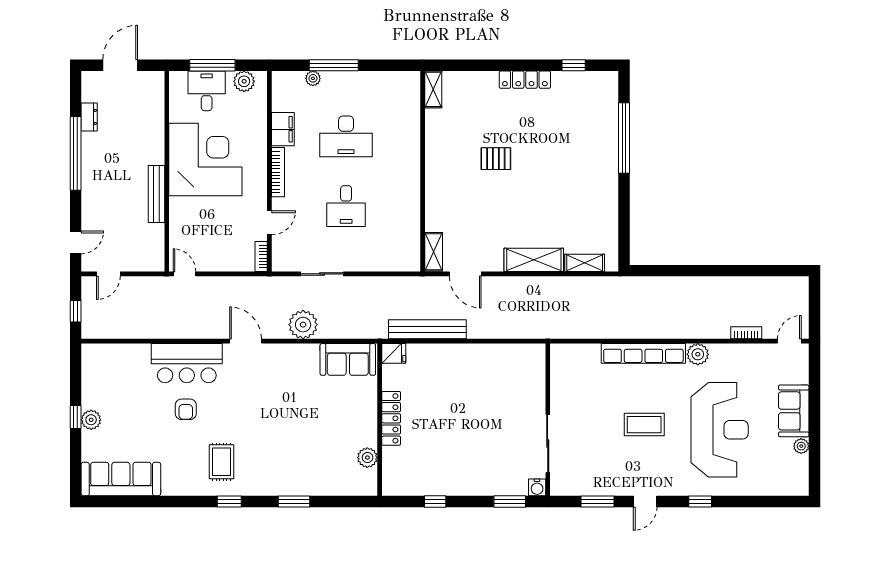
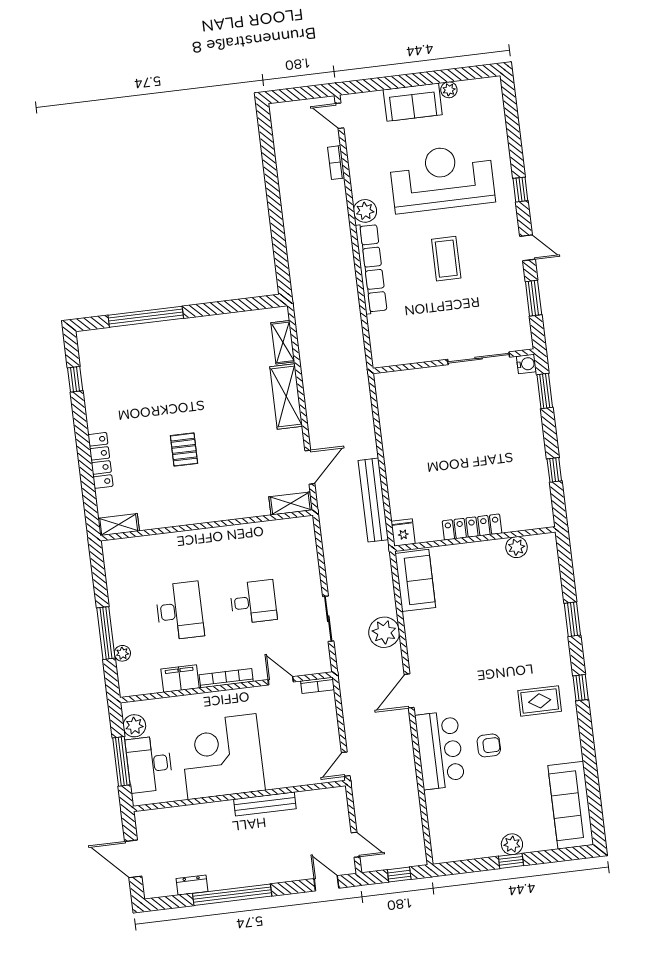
locker: (525, 80) -> (100, 460), moved
desk: (207, 91) -> (149, 764), width x1.37

